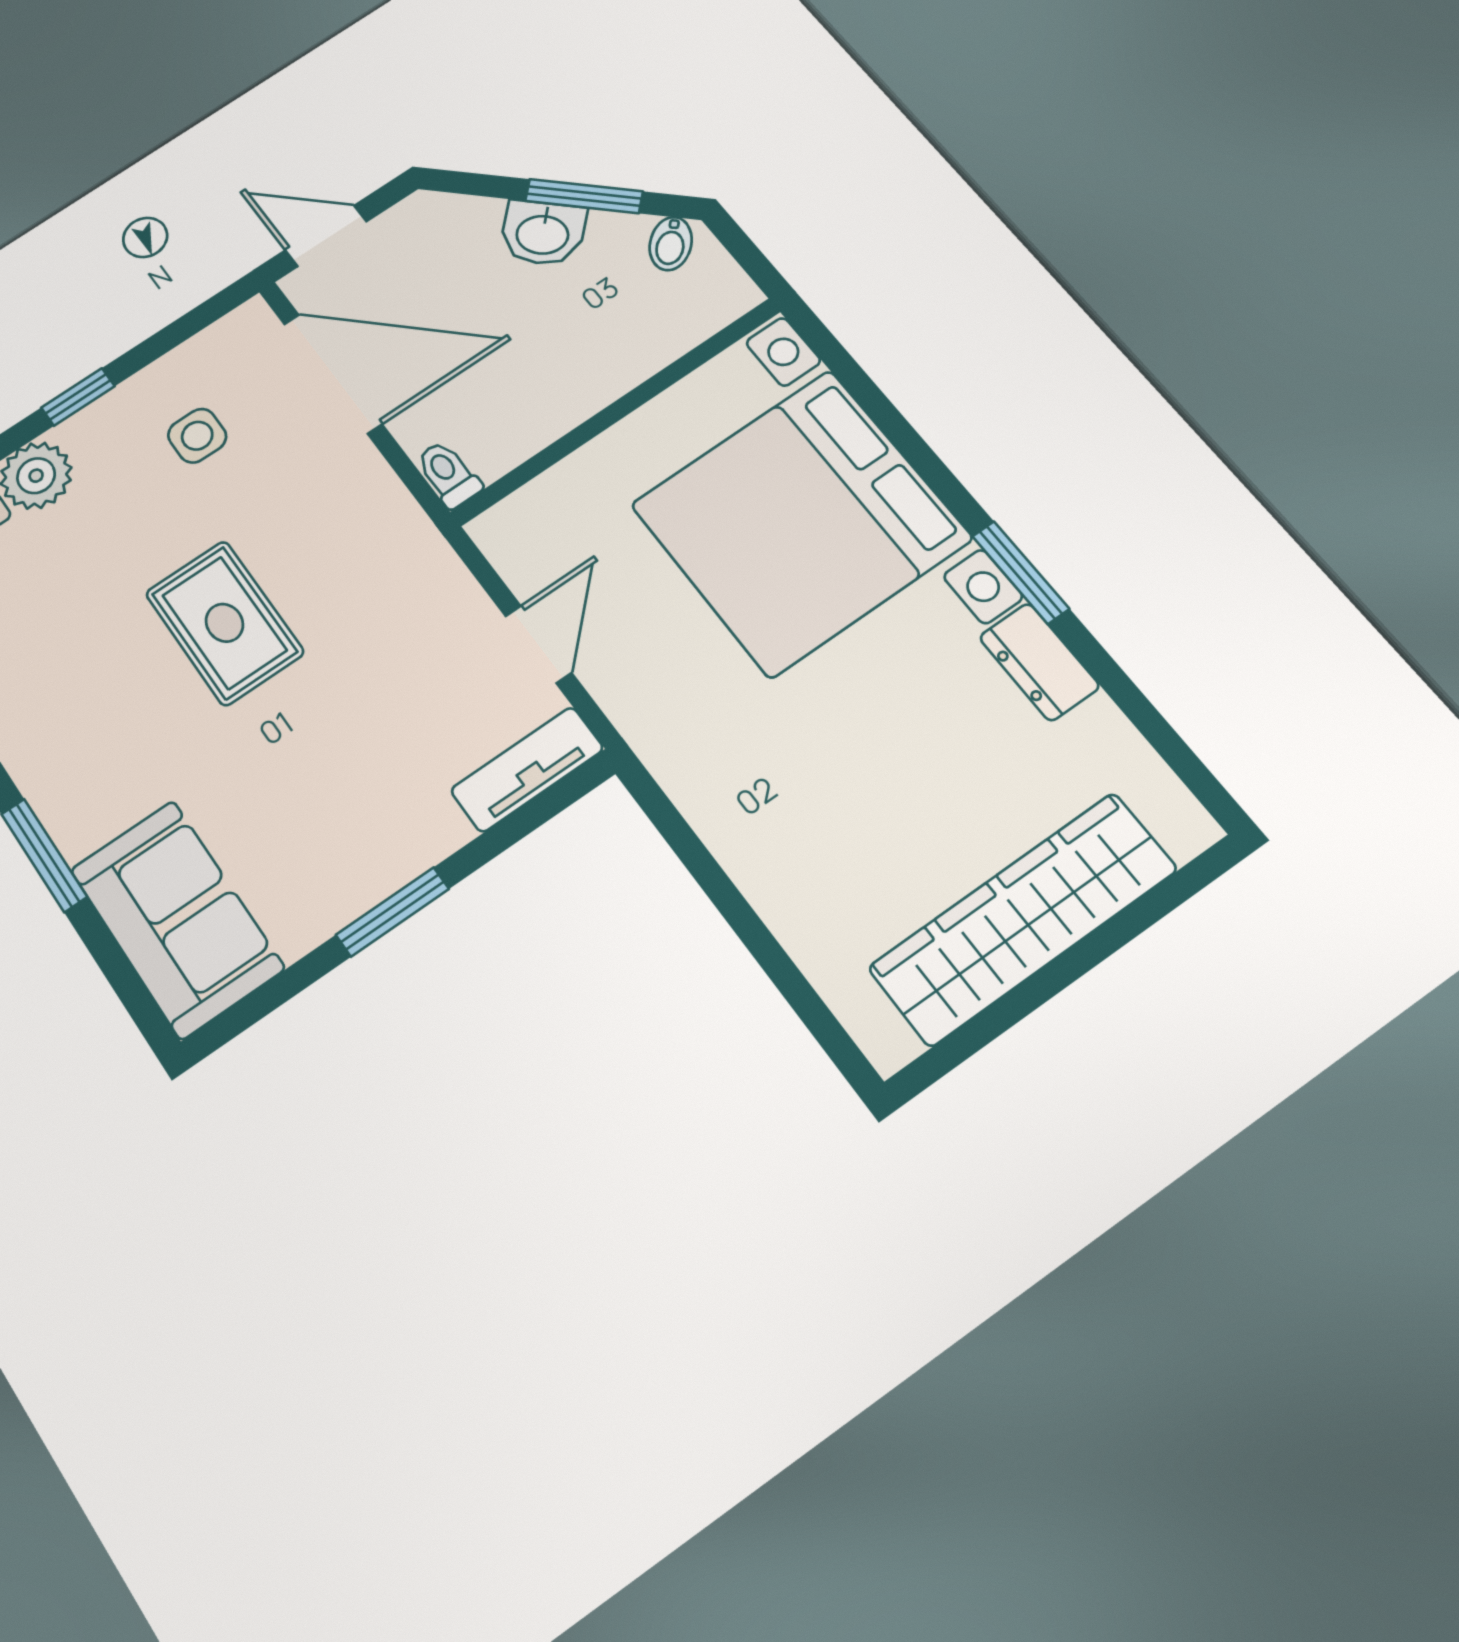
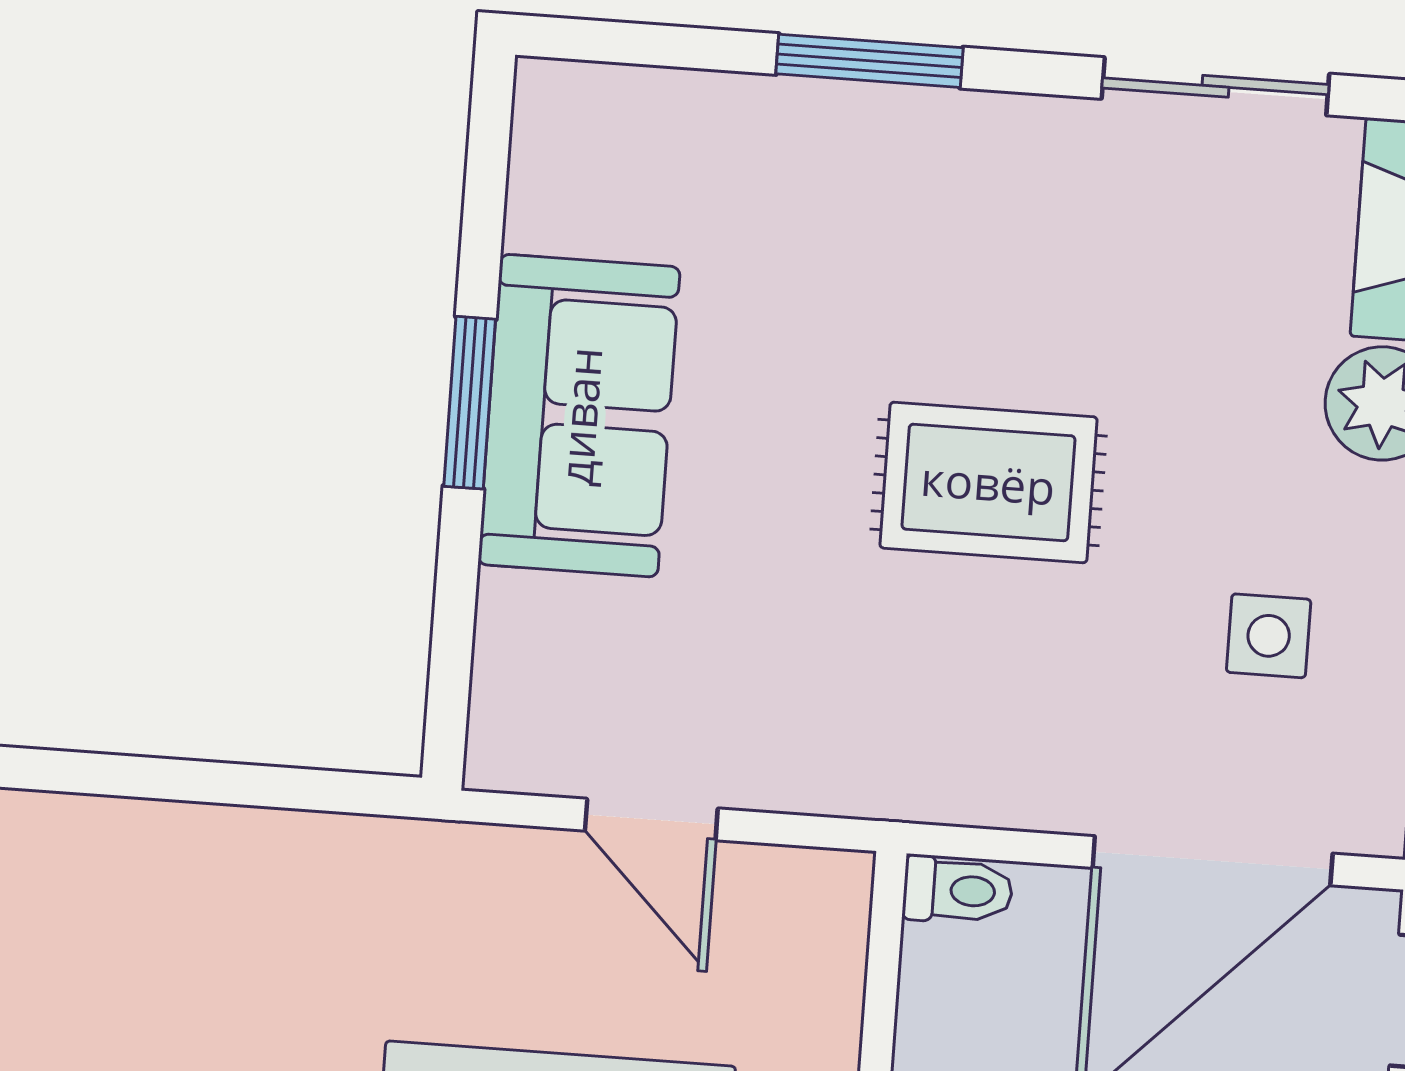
tv unit: (527, 769) -> (511, 685), removed
sofa: (177, 919) -> (579, 416), moved, turned -90

